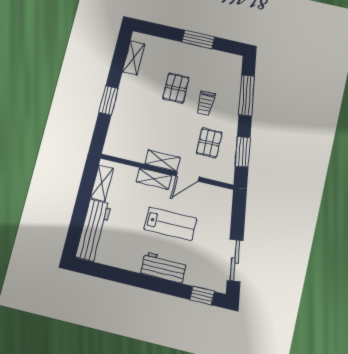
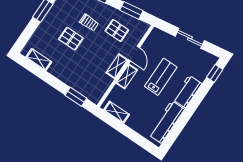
window: (108, 101) -> (76, 97), moved
workbench: (93, 231) -> (167, 122), moved, turned -90
sliding door: (235, 260) -> (190, 38), moved

